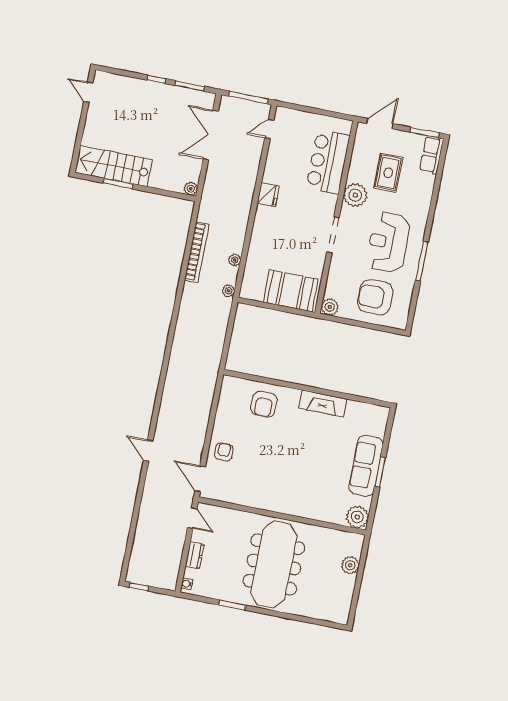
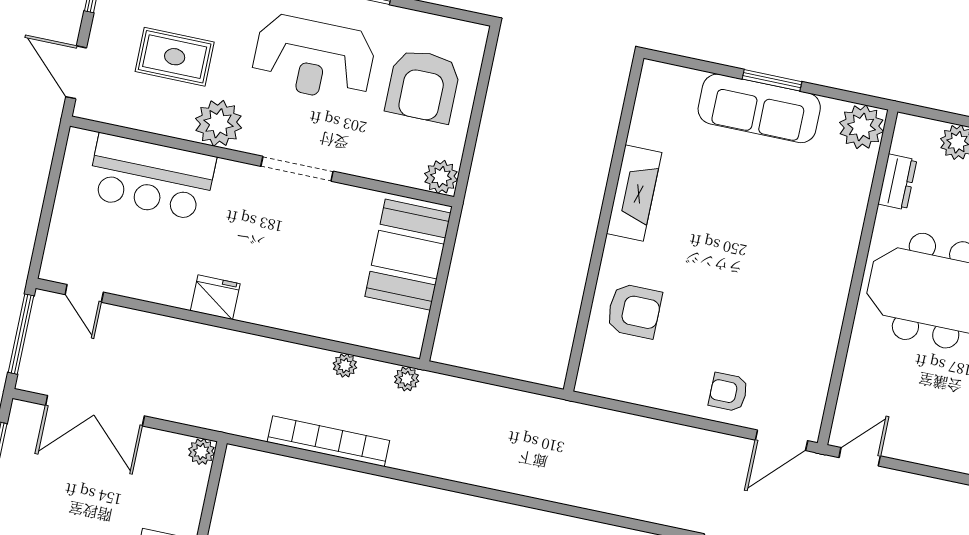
dresser: (195, 555) -> (897, 182), moved, turned 90

